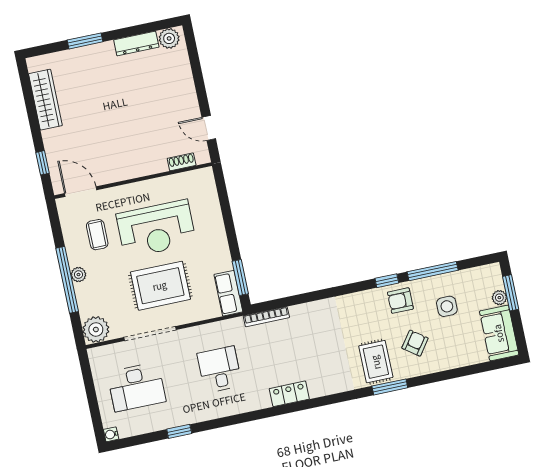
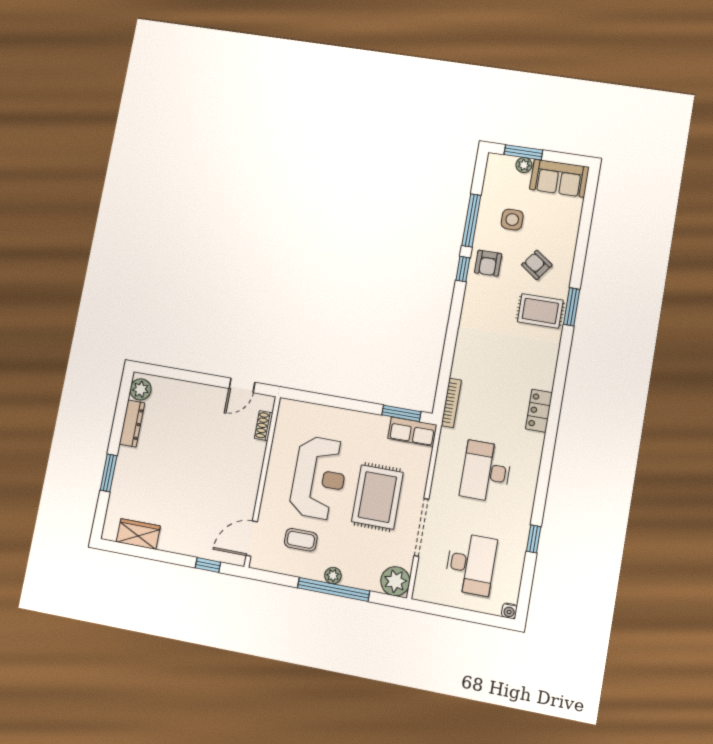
wardrobe: (45, 100) -> (138, 534), width x0.67
desk: (220, 369) -> (486, 472), width x1.37

